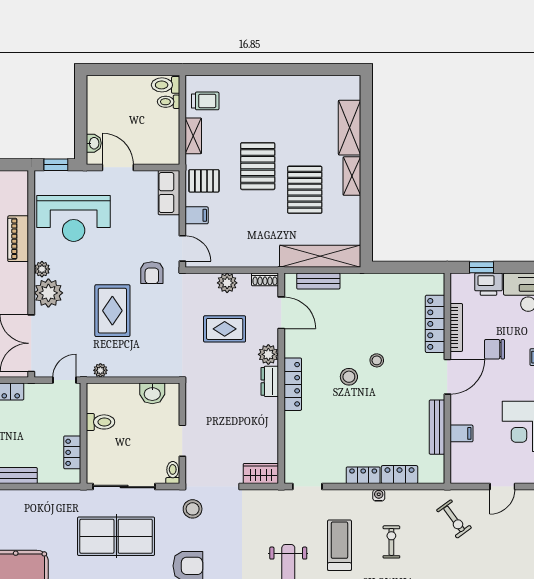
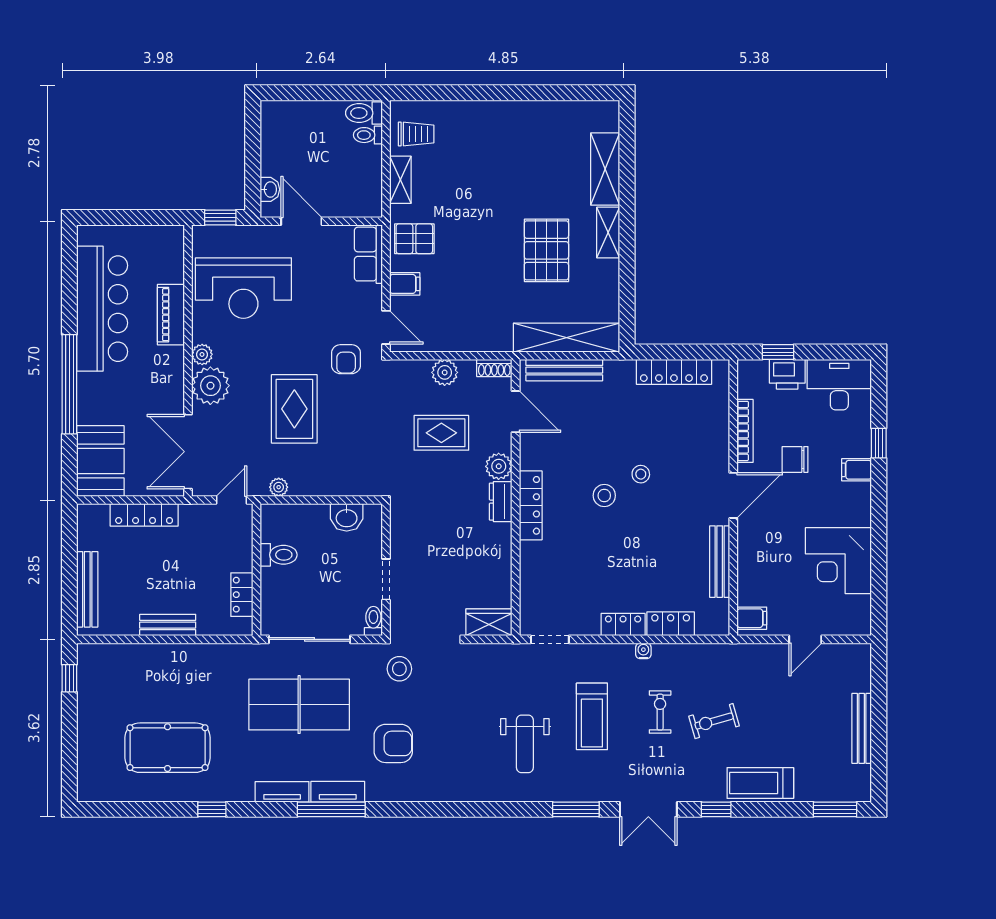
pallet: (258, 166) -> (485, 219), removed
bench: (318, 281) -> (564, 370), width x1.36
locker: (435, 324) -> (674, 372), moved, turned -90
filing cabinet: (461, 433) -> (752, 618), moved
exercise bike: (454, 519) -> (714, 721), moved, turned 110
treadmill: (339, 545) -> (592, 716), turned 180

